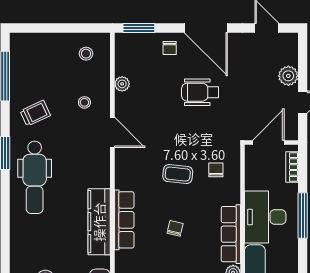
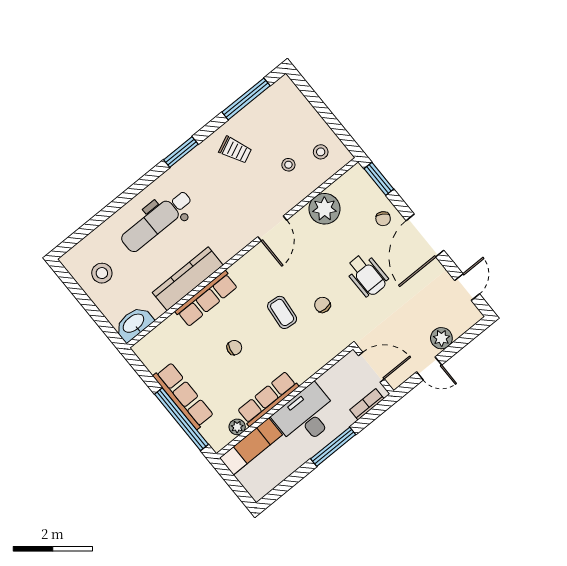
chair: (170, 48) -> (383, 219), turned -58
plant: (122, 84) -> (325, 209), width x1.87, depth x1.87
wheelchair: (200, 92) -> (367, 275), turned 180
stool: (84, 102) -> (288, 165), moved
chair: (216, 170) -> (322, 305), moved, turned -90
dental chair: (35, 177) -> (157, 221), moved

